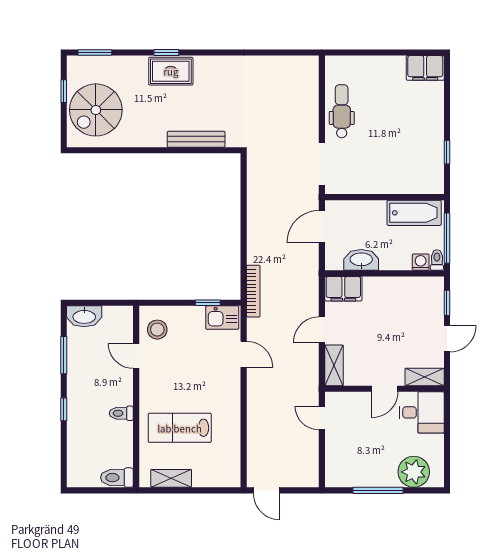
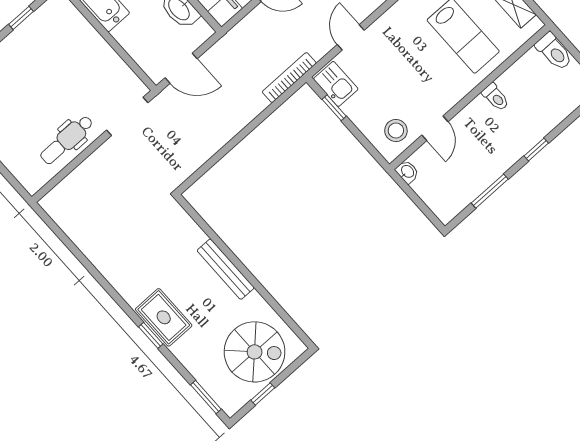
bench: (196, 139) -> (226, 269), moved
washbasin: (84, 316) -> (407, 172), moved, width x0.52, depth x0.69

